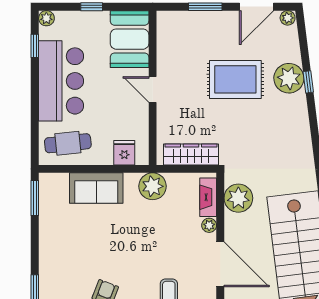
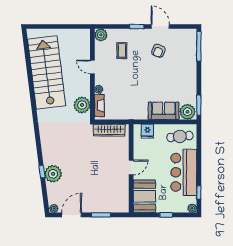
rug: (235, 79) -> (84, 173), removed
door: (153, 90) -> (131, 167), hinge flipped
plant: (153, 186) -> (188, 112), moved
door: (220, 264) -> (92, 67), width x0.53

